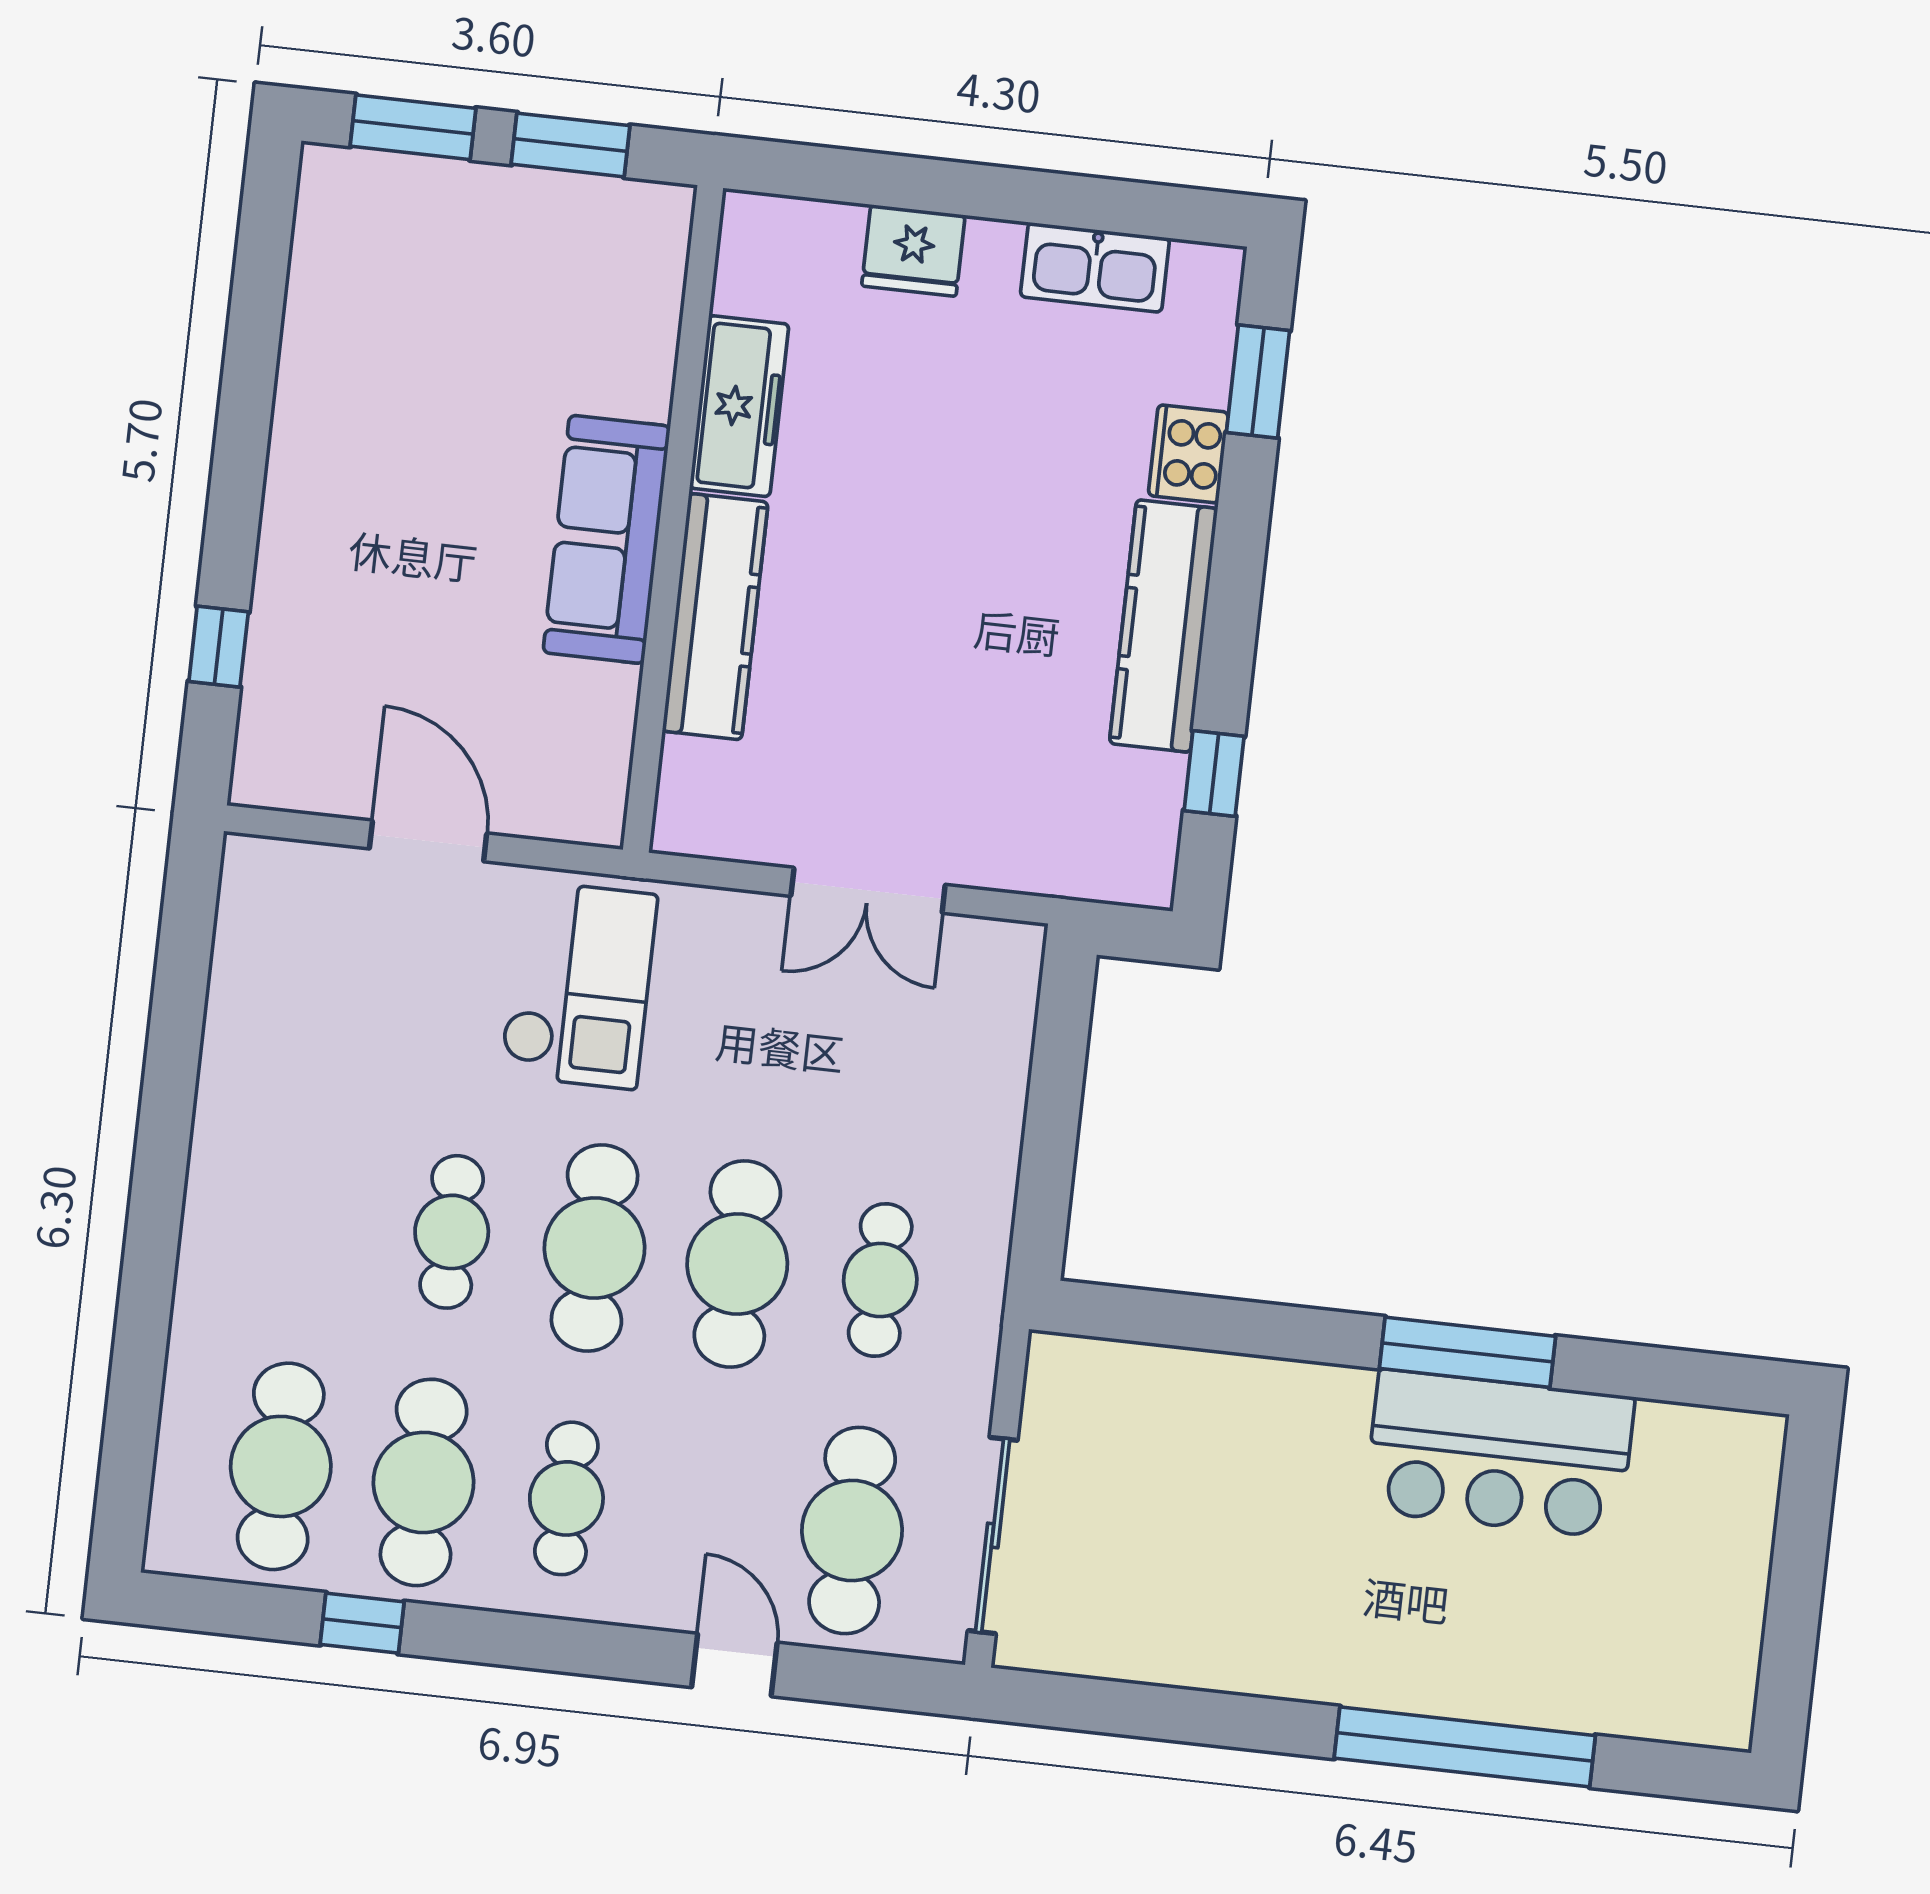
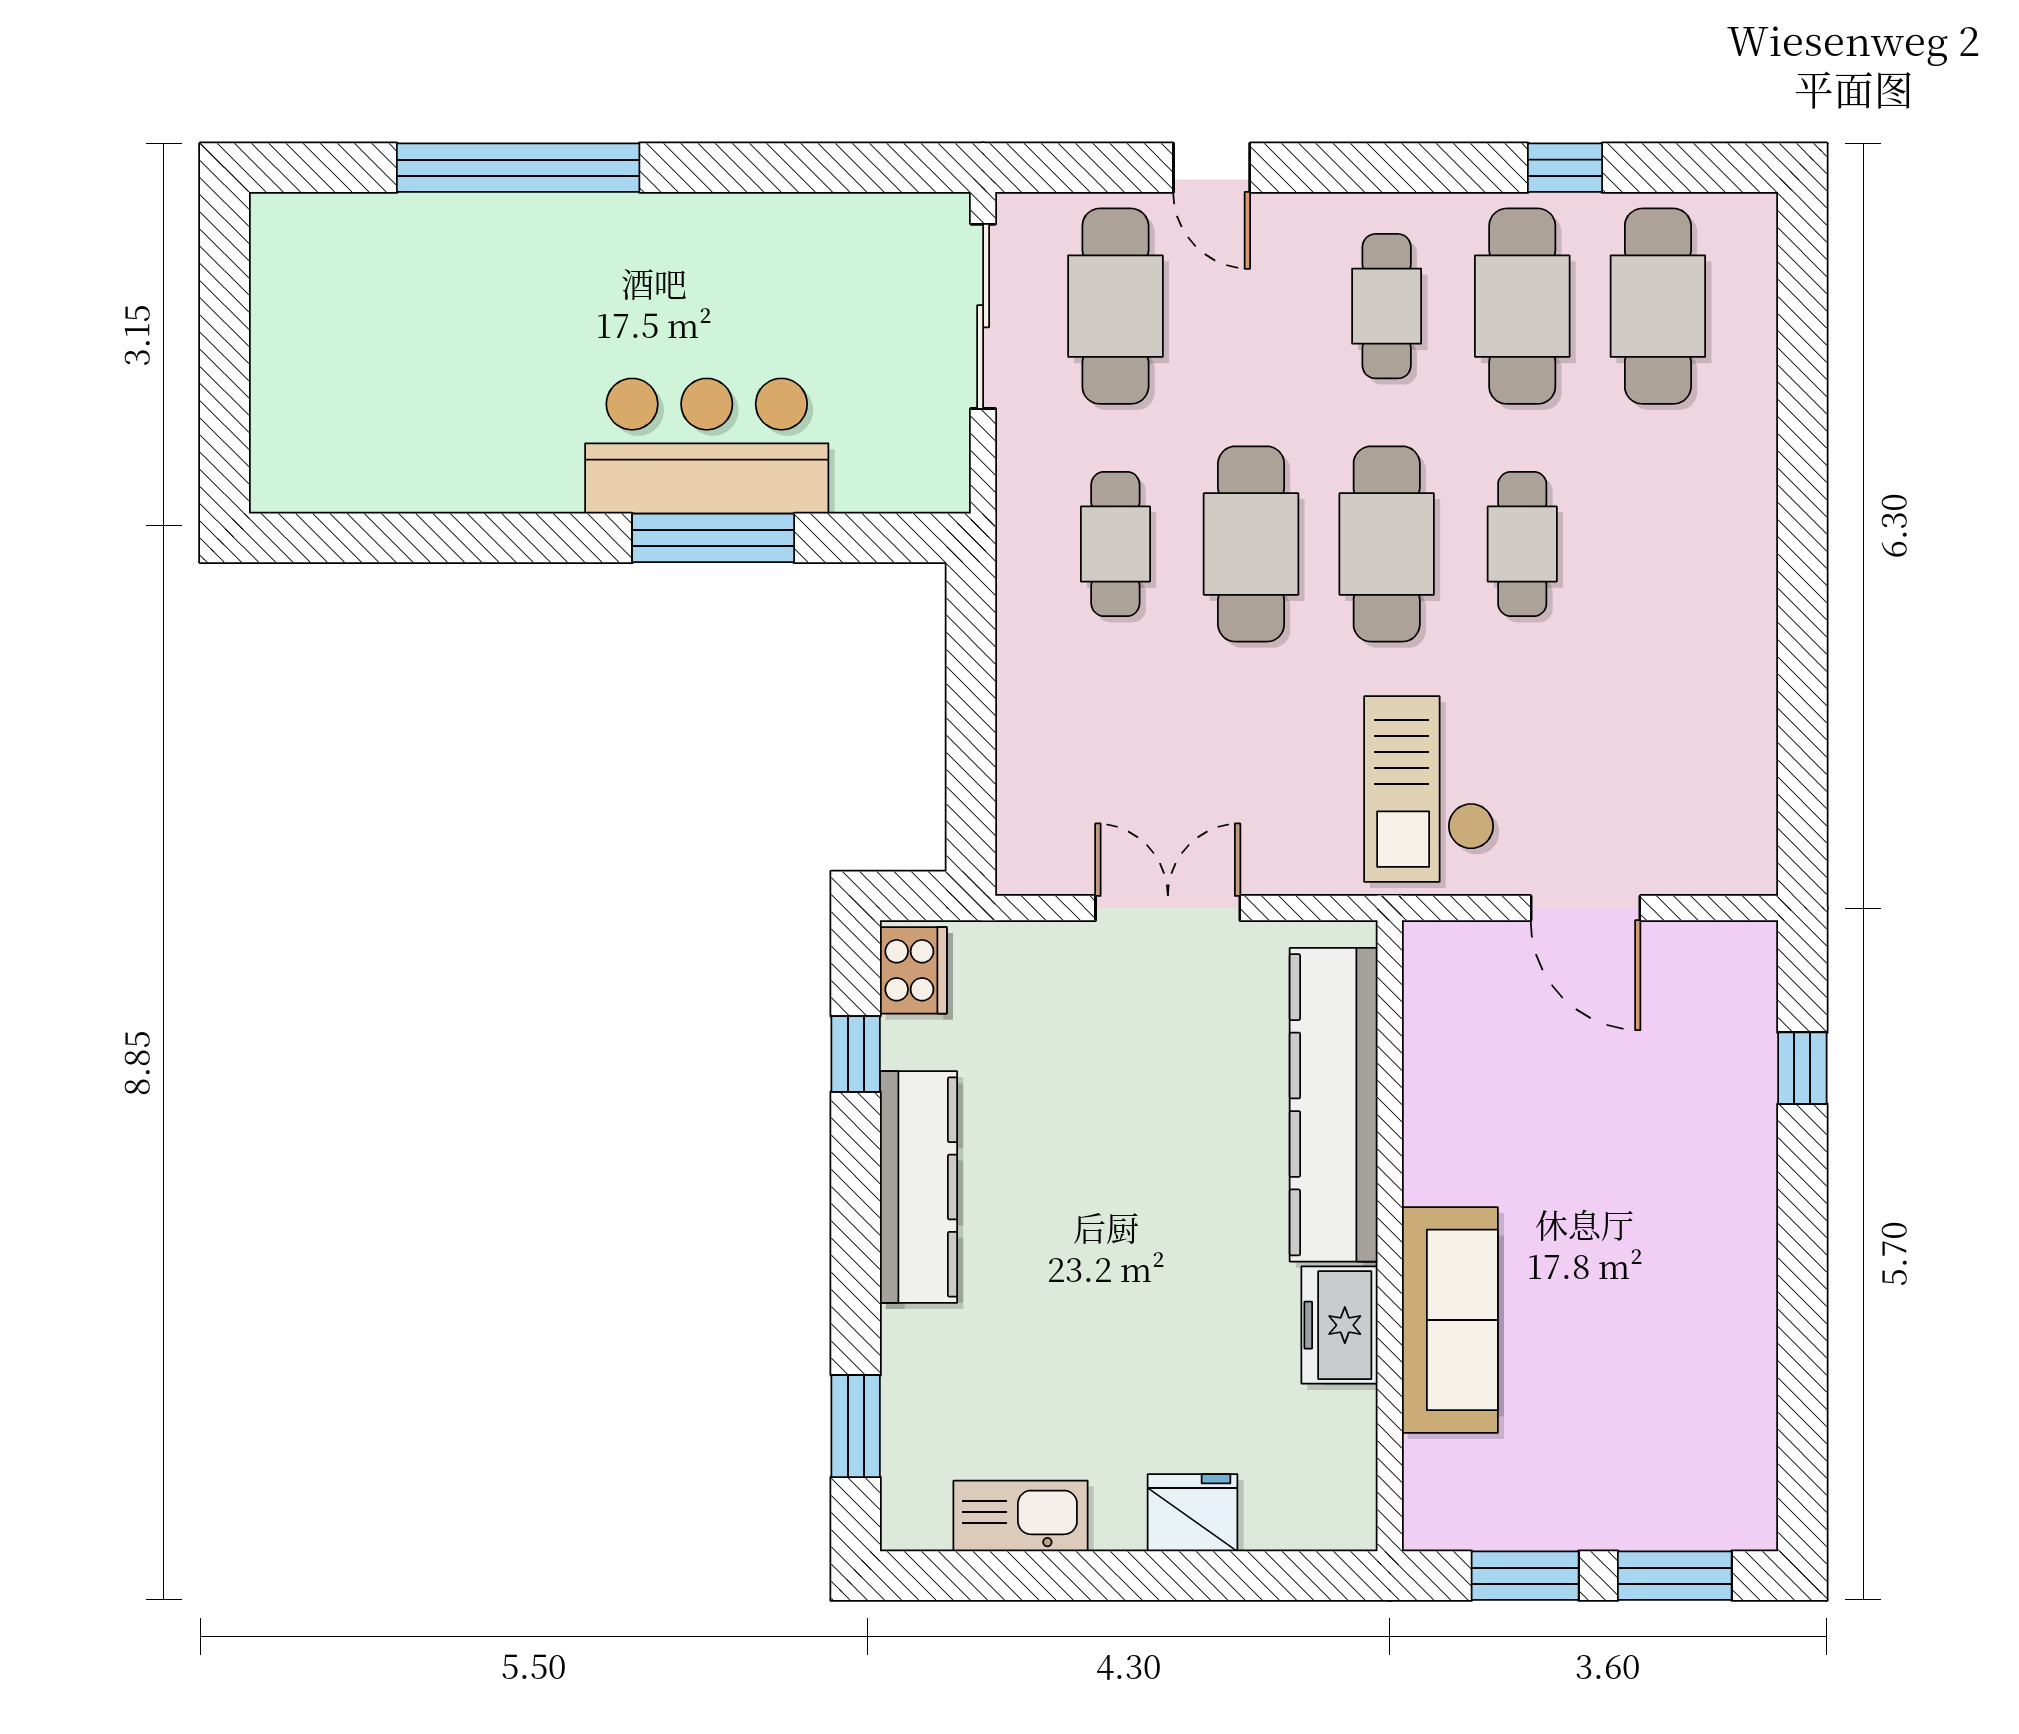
freezer: (739, 406) -> (1339, 1325), width x0.71
cooker: (1188, 454) -> (913, 970), moved
sofa: (607, 539) -> (1450, 1320), moved
kitchen counter: (715, 617) -> (1334, 1105), width x1.39, depth x1.17
window: (1467, 1352) -> (713, 538), moved
bar counter: (1499, 1454) -> (707, 446), moved

